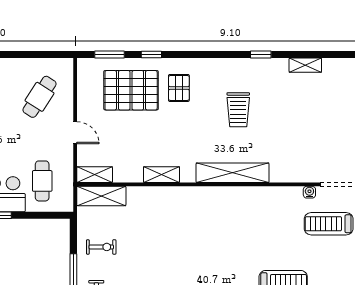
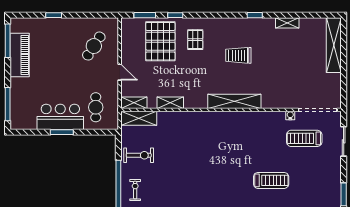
pallet: (131, 90) -> (160, 41), turned 90
trolley: (238, 110) -> (238, 55), turned 90
shelving: (161, 175) -> (170, 103), moved
exercise bike: (101, 247) -> (139, 155), width x1.38, depth x1.39

